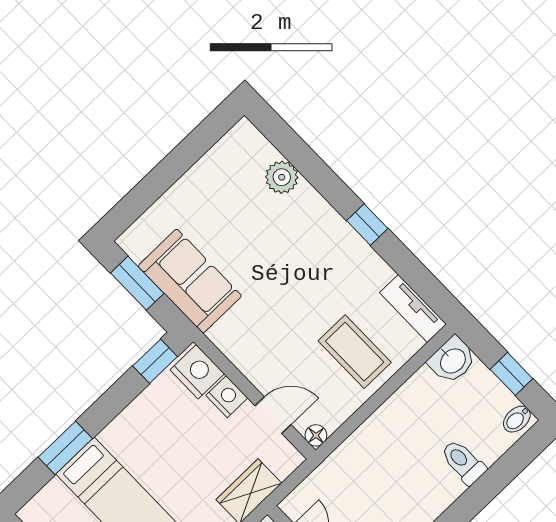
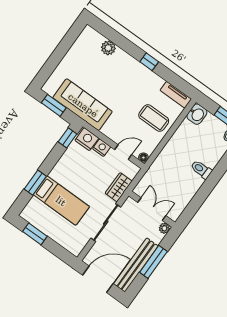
sofa: (190, 281) -> (83, 105), width x1.36
toilet: (463, 462) -> (201, 169), moved

